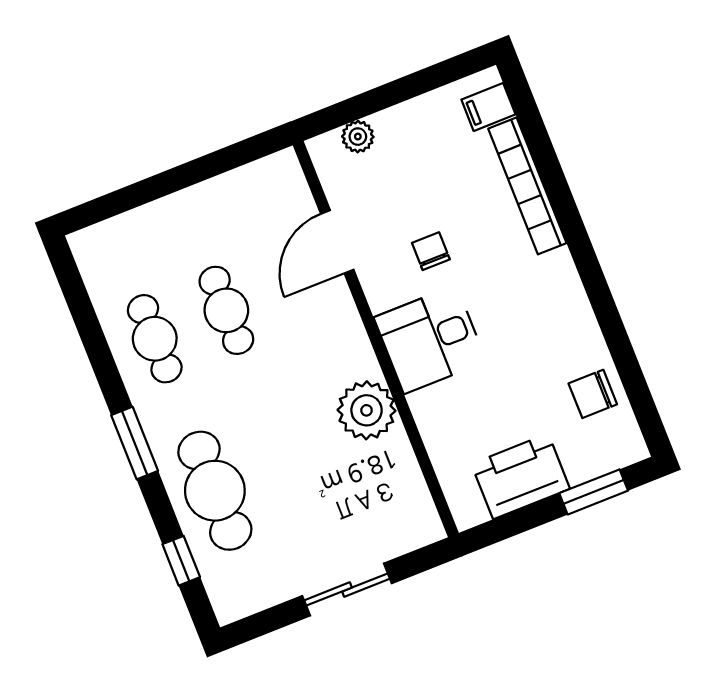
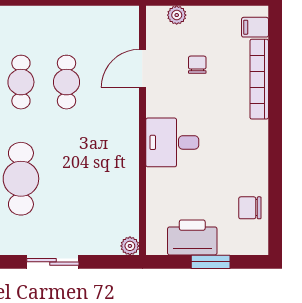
chair: (431, 251) -> (197, 65), moved
plant: (367, 410) -> (130, 246), moved, width x0.53, depth x0.53
window: (594, 492) -> (211, 262), moved
sliding door: (347, 590) -> (53, 262), moved

